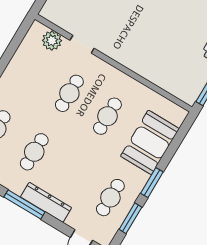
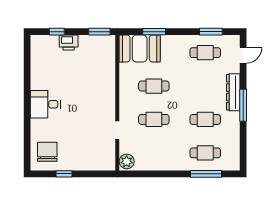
plant: (52, 41) -> (127, 161), moved
booth: (150, 142) -> (140, 48), moved
window: (152, 183) -> (154, 32), moved

